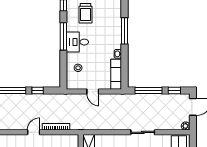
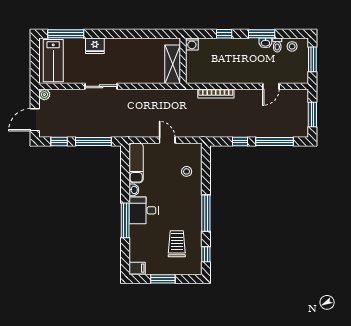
desk: (77, 42) -> (144, 210), moved, turned 180
door: (34, 132) -> (271, 86), moved

